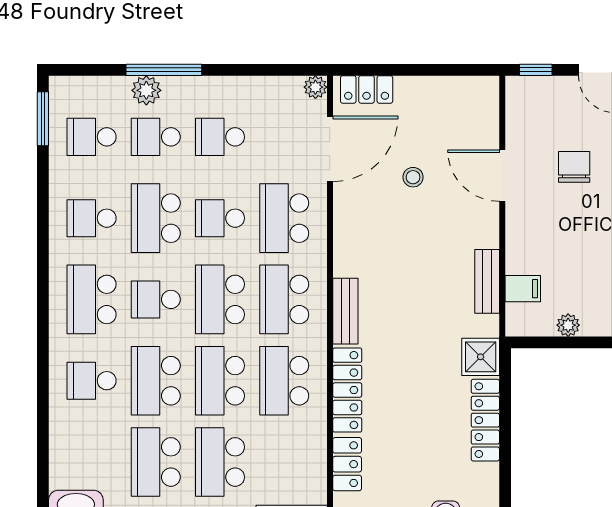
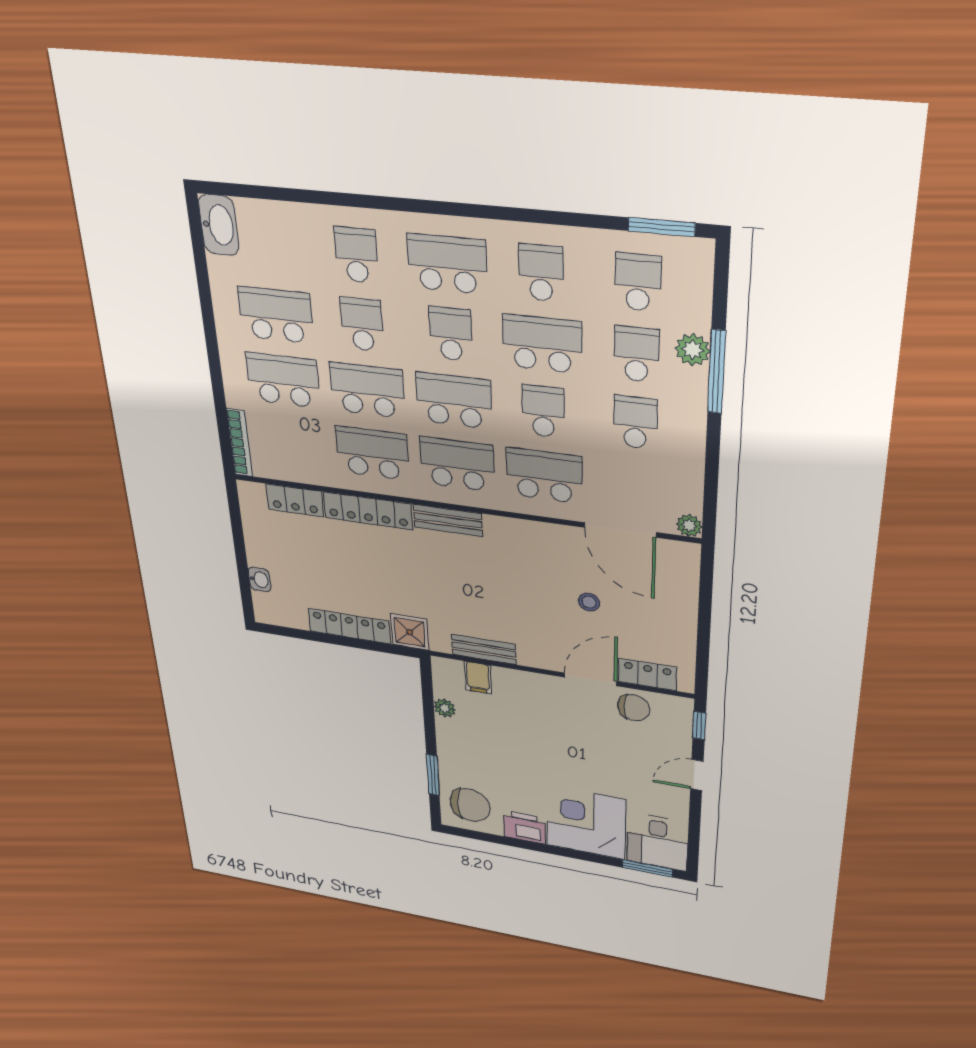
locker: (367, 89) -> (647, 674), moved, turned 90
chair: (574, 167) -> (634, 708), moved
school desk: (156, 381) -> (362, 324), width x0.54

